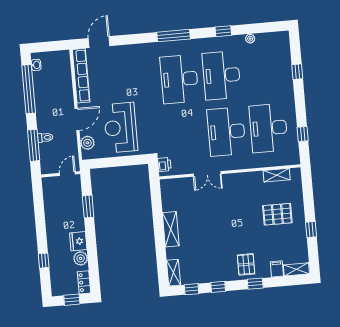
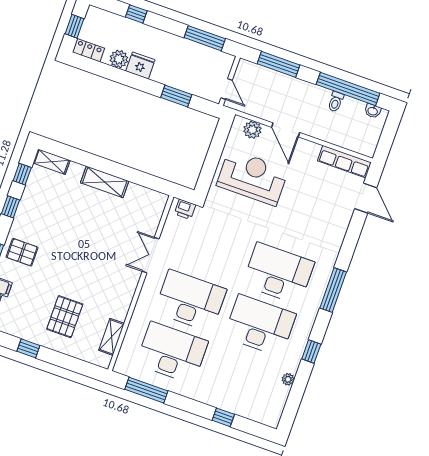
row of seats: (81, 76) -> (344, 162), width x0.73
window: (303, 134) -> (146, 390), width x2.17
toilet: (45, 138) -> (336, 102), moved
window: (39, 205) -> (205, 38), added

